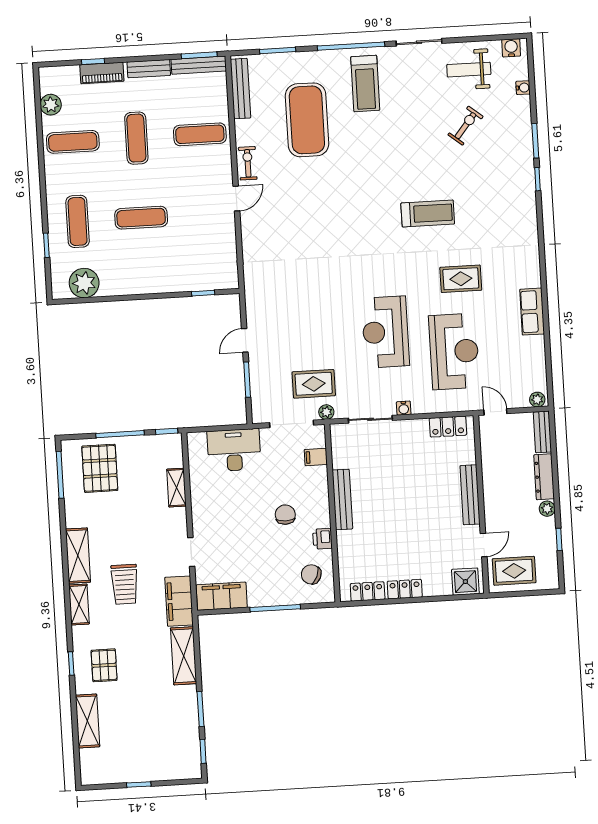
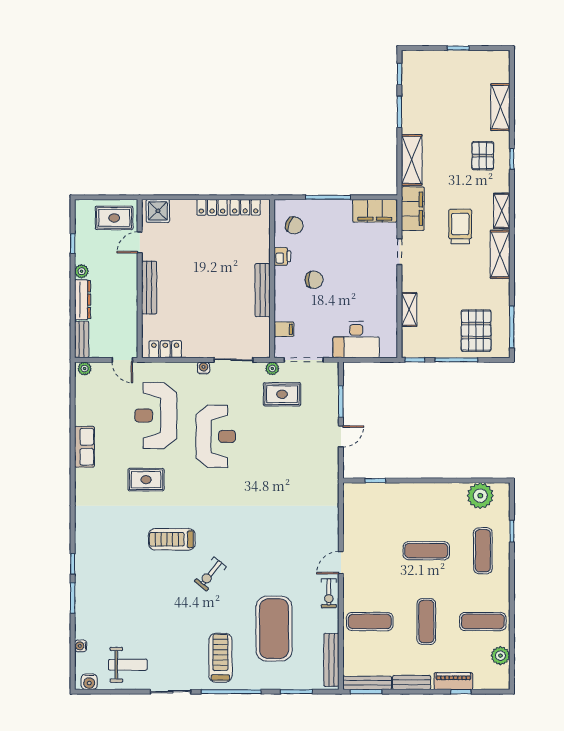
exercise bike: (465, 126) -> (210, 574), moved
chair: (285, 515) -> (314, 280), turned -90

